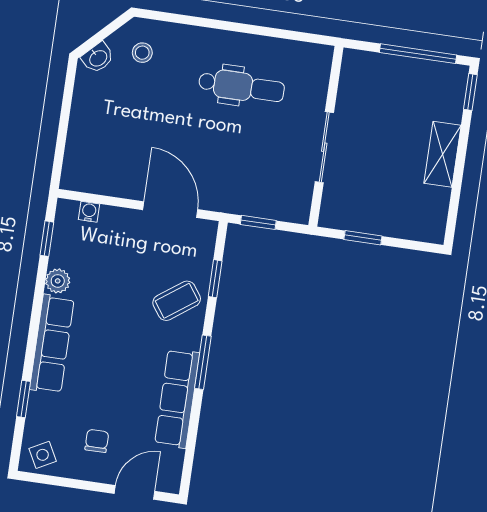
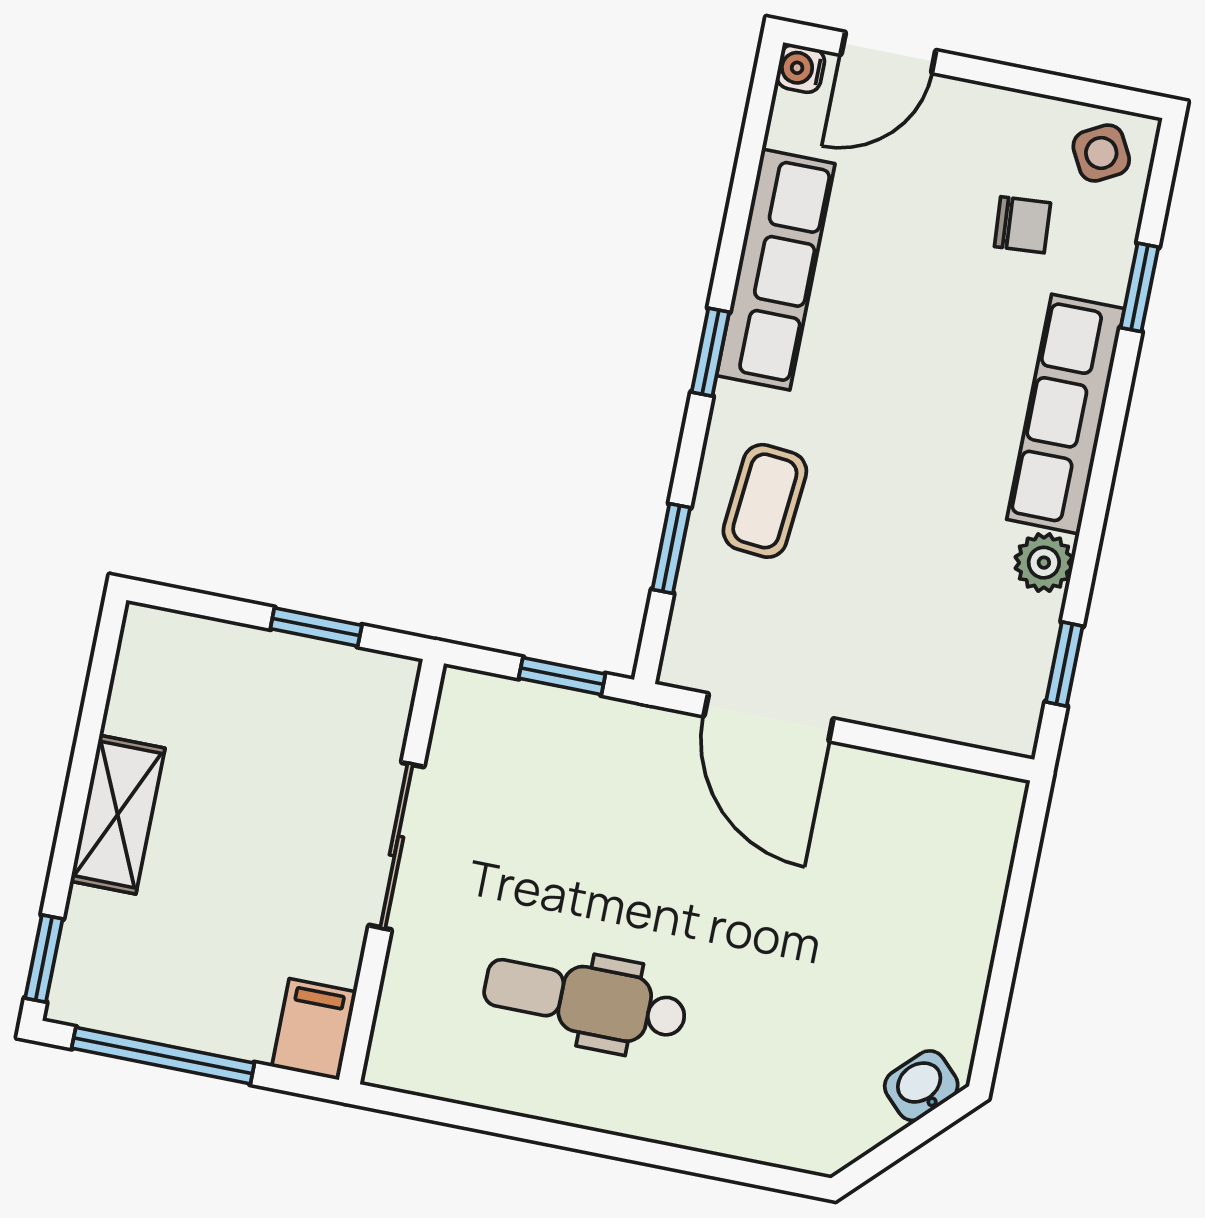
stool: (142, 53) -> (815, 1092), removed
filing cabinet: (355, 68) -> (313, 1029), added
water cooler: (89, 212) -> (801, 68), moved, turned 90
coffee table: (177, 301) -> (765, 501), turned -49
window: (203, 362) -> (710, 352), width x0.67
chair: (97, 441) -> (1022, 225), moved, turned -94

